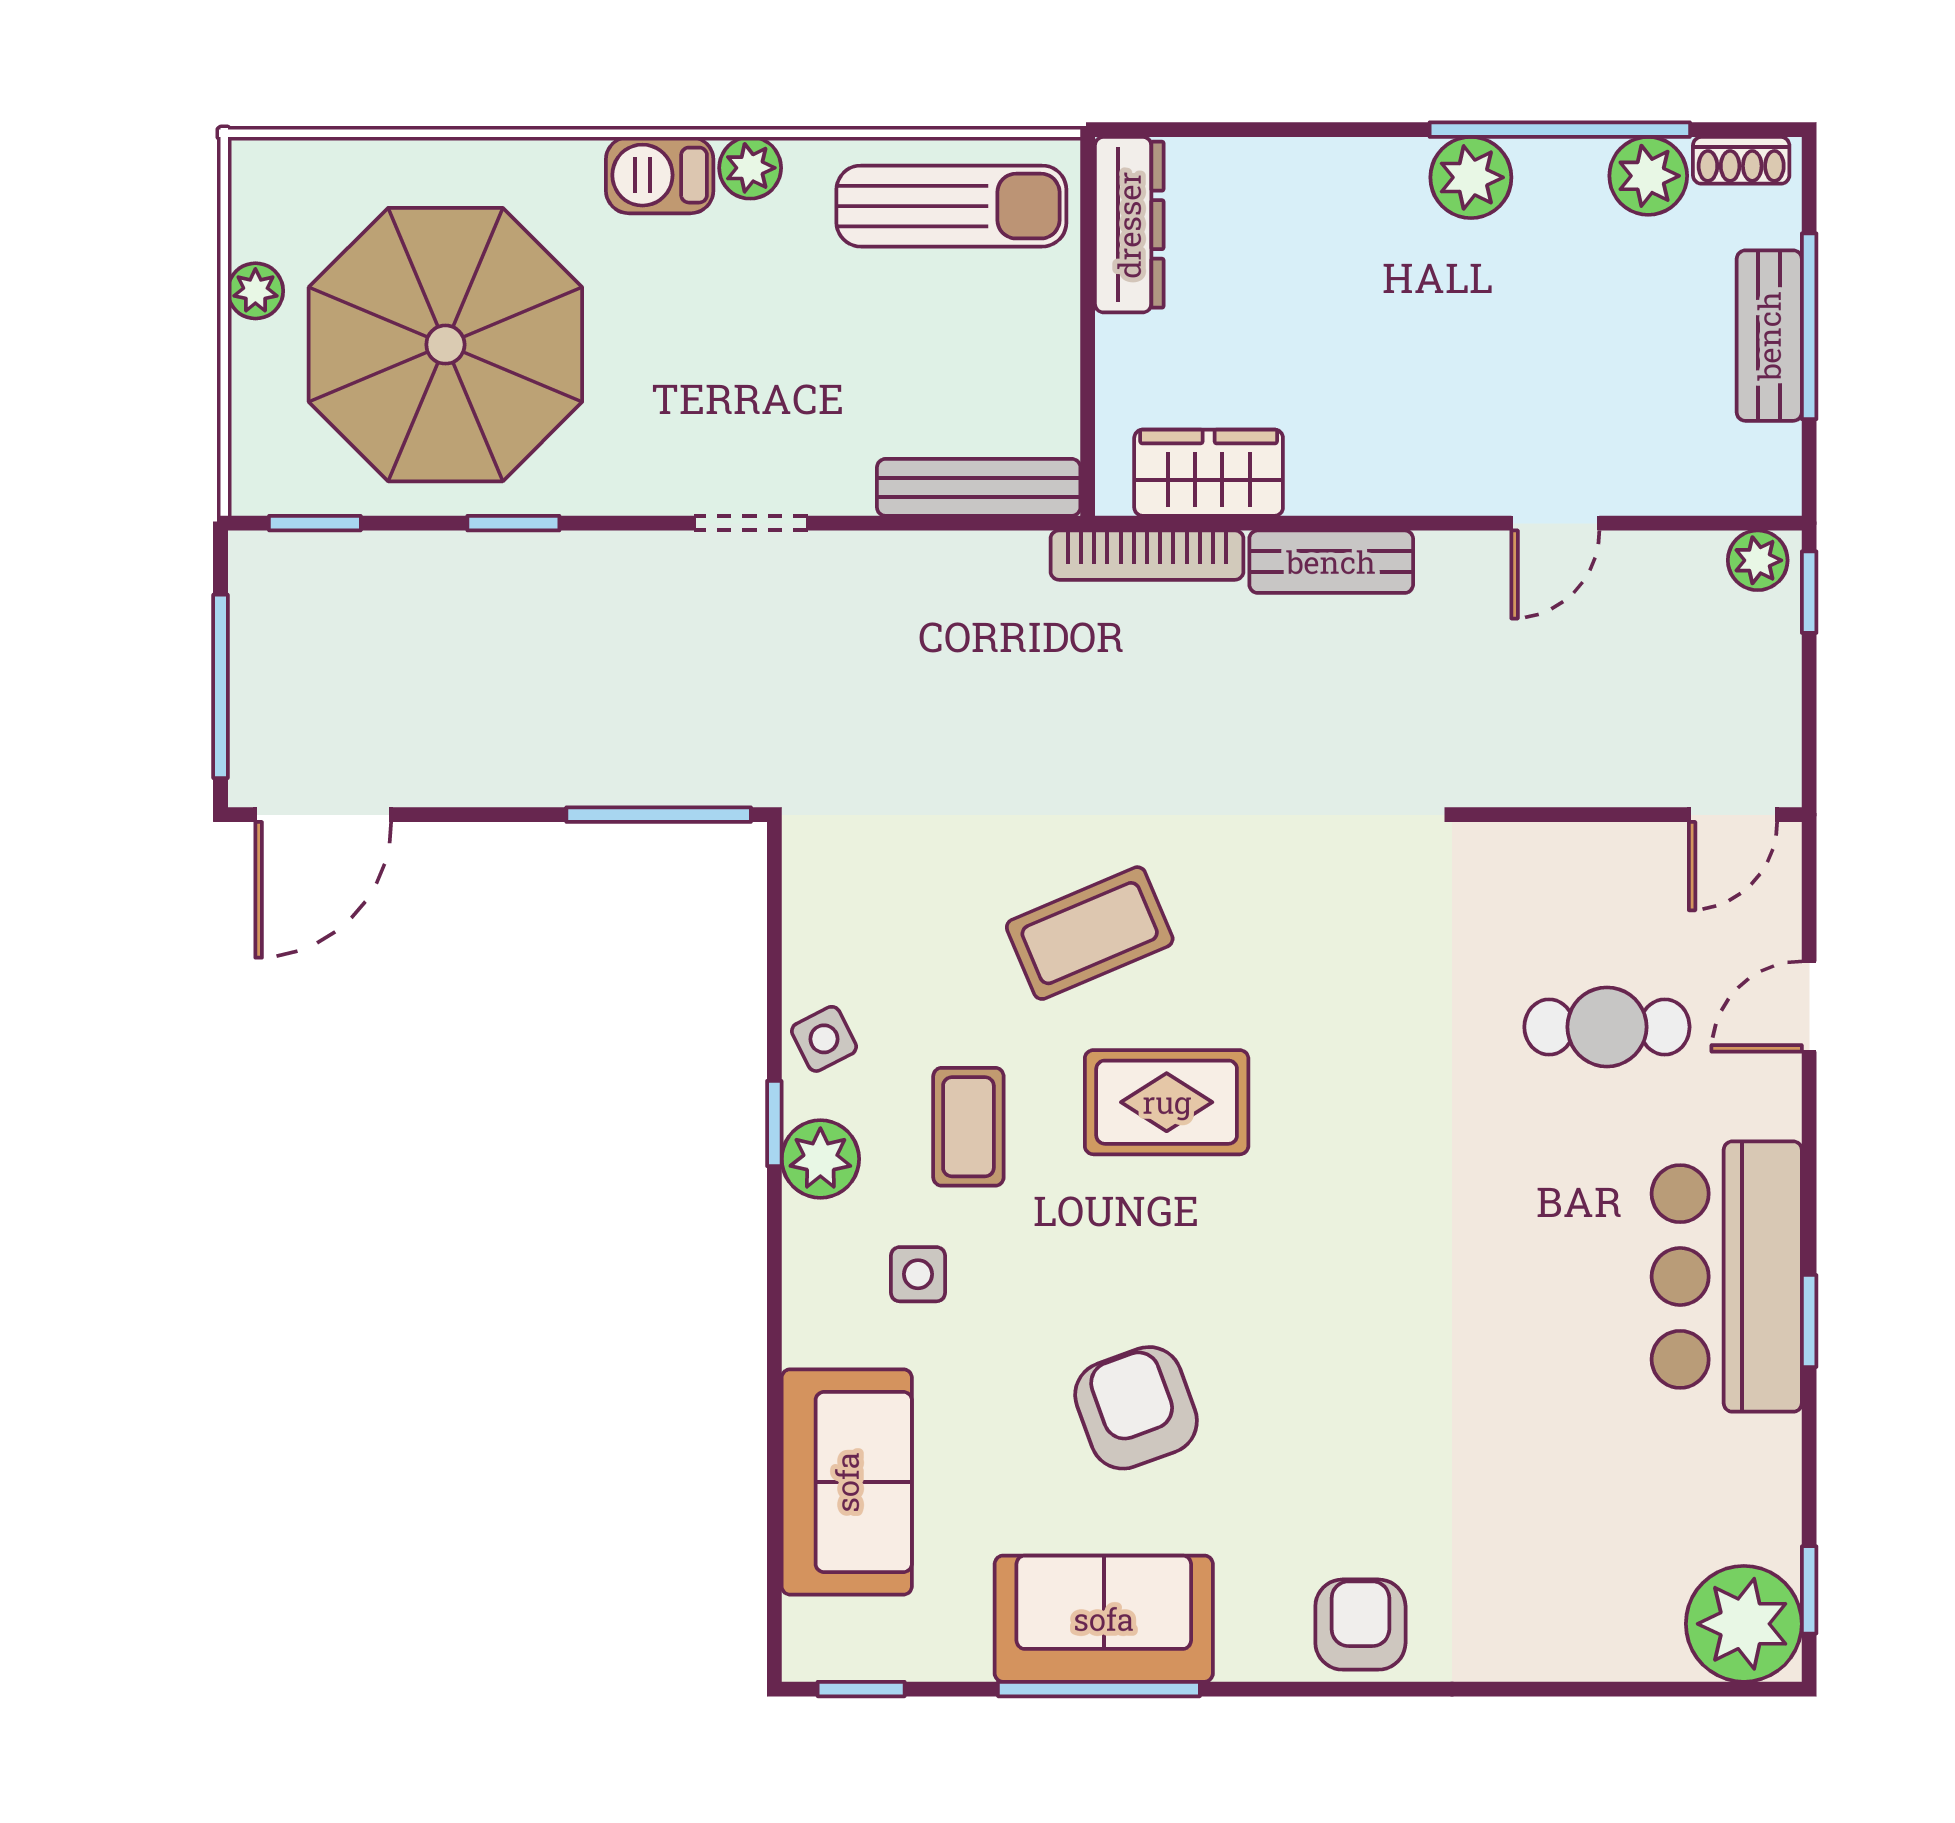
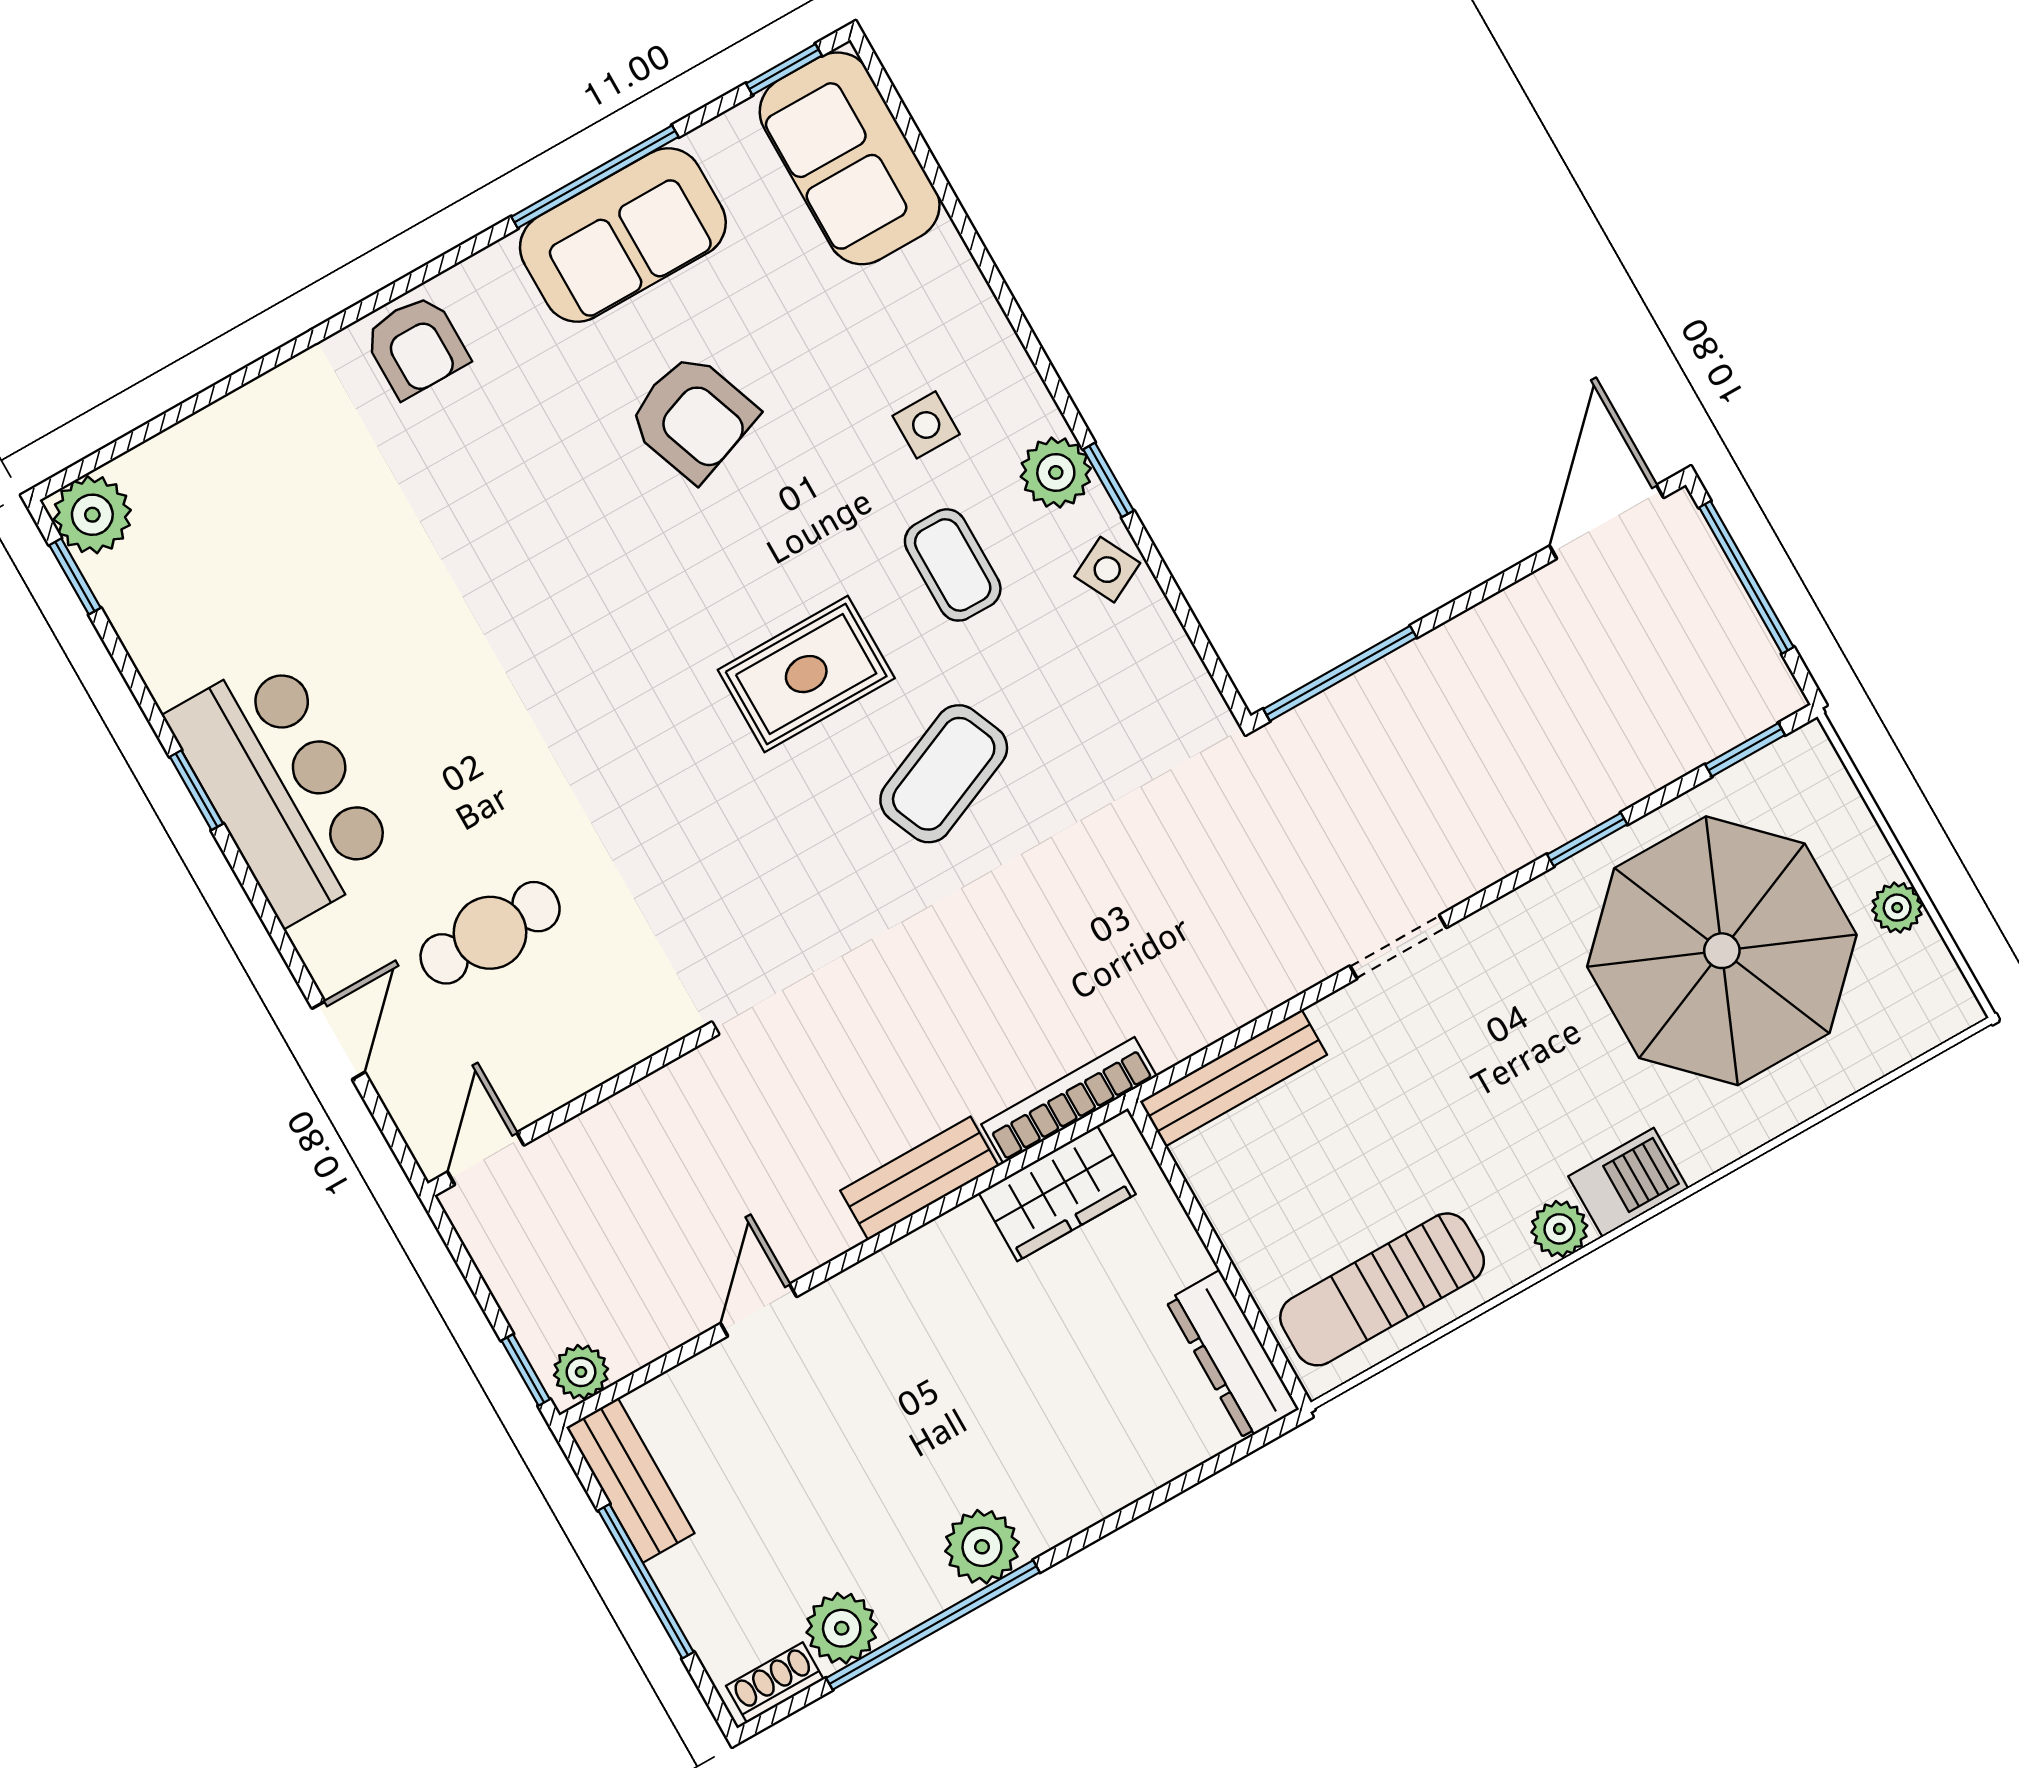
bench: (1769, 336) -> (630, 1480), moved
sofa: (847, 1482) -> (850, 158), moved
plant: (1744, 1624) -> (92, 515), width x0.73, depth x0.73

